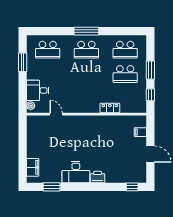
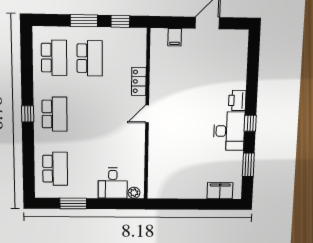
window: (86, 31) -> (28, 114), width x0.46
door: (56, 114) -> (147, 114), moved
window: (132, 187) -> (250, 123), moved

